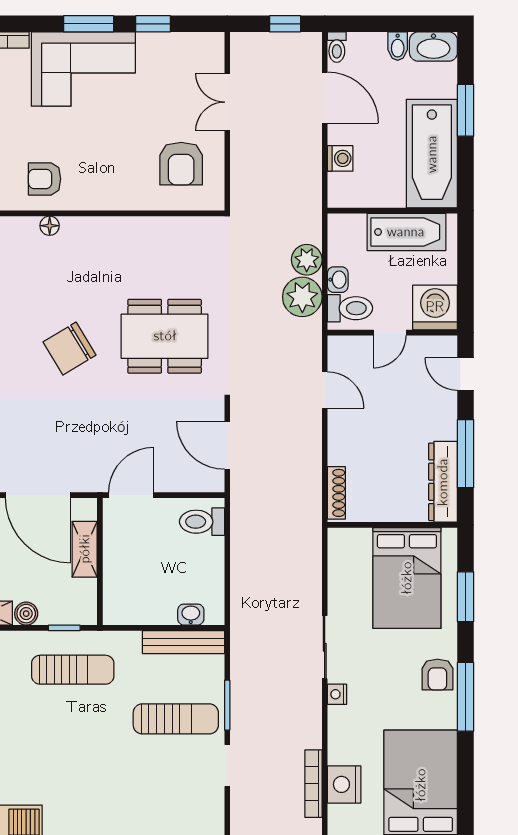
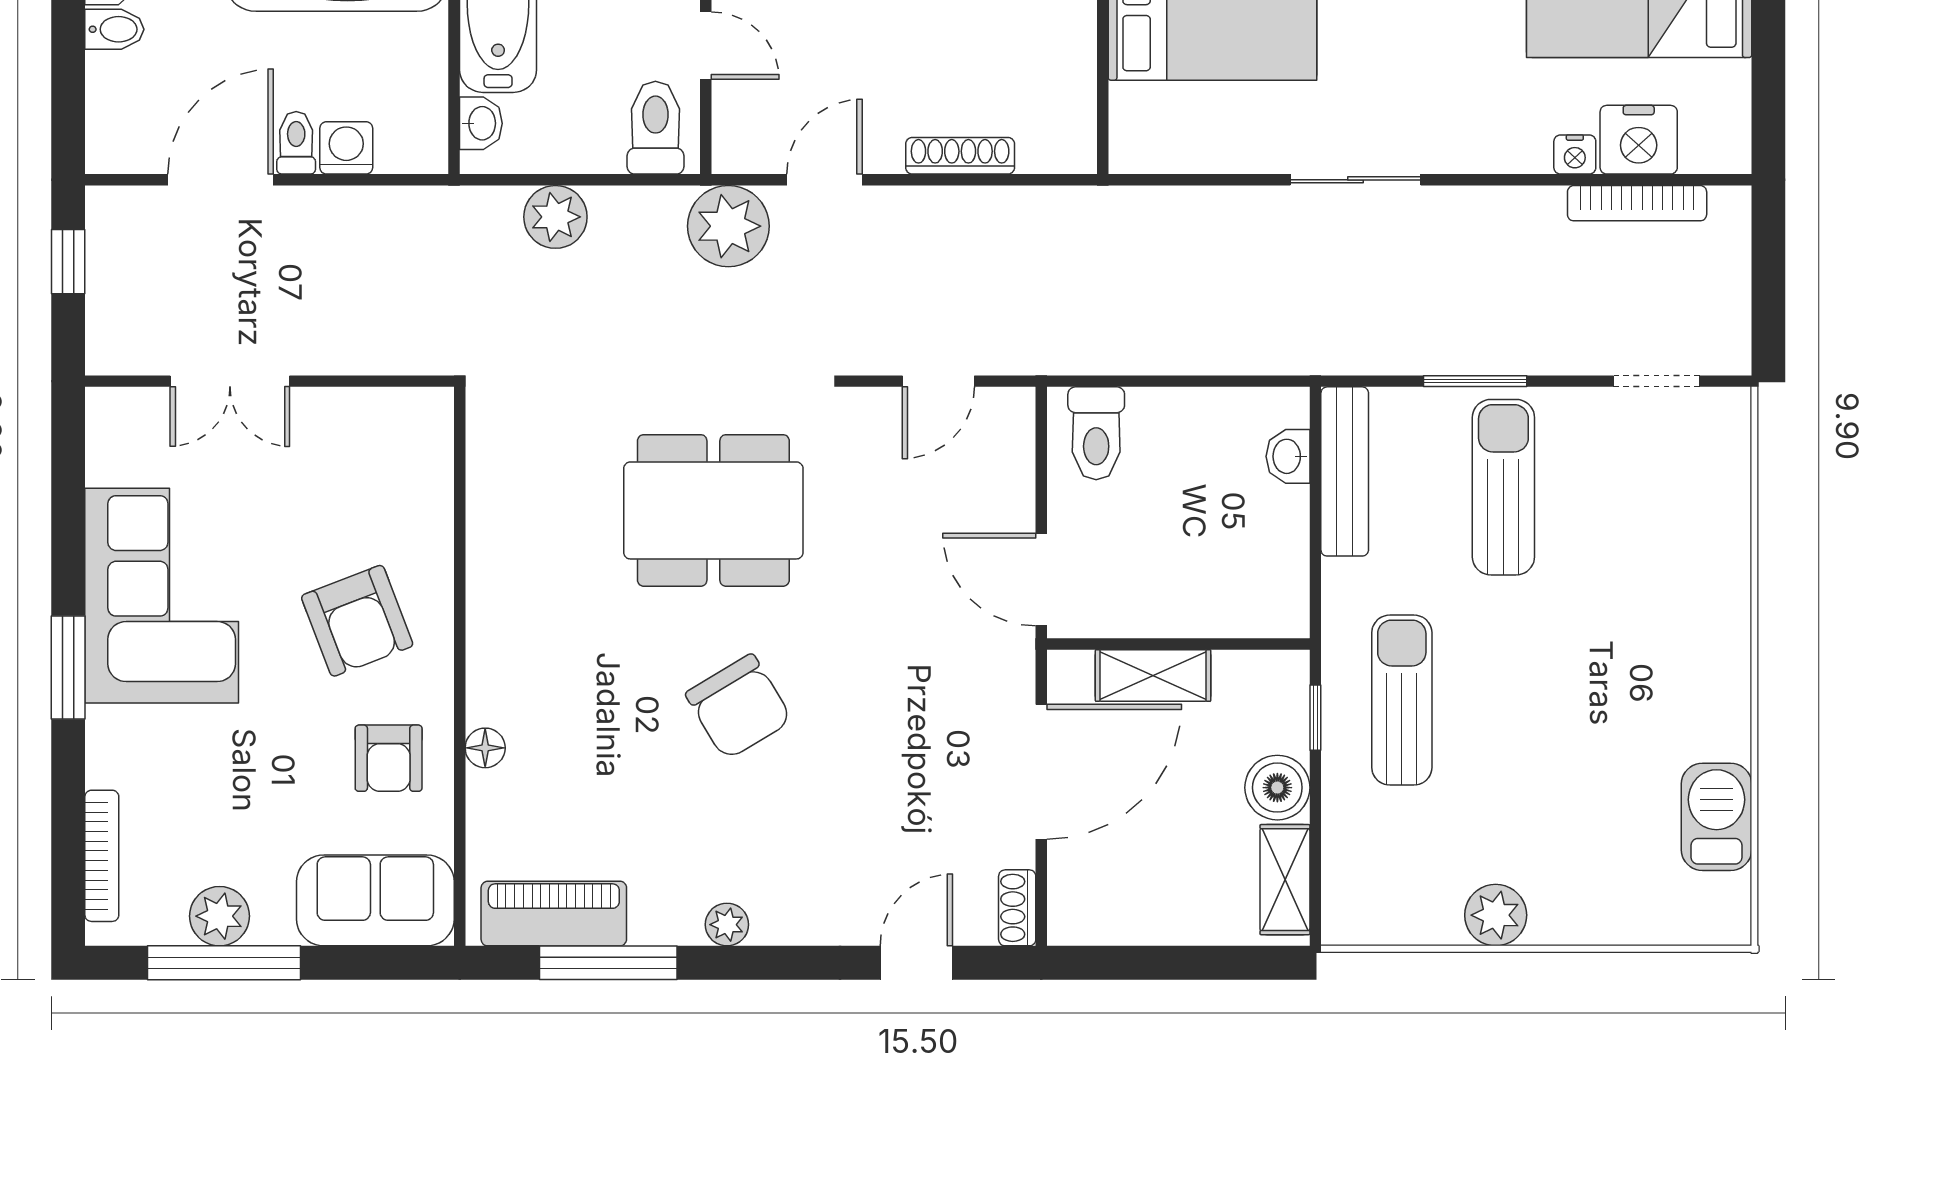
window: (153, 24) -> (68, 534), removed
toilet: (337, 47) -> (296, 143), moved, turned -90
corner sofa: (83, 69) -> (162, 596), moved
armchair: (181, 164) -> (357, 621), moved, turned 69
washbasin: (338, 280) -> (481, 123), moved, turned 90
plant: (302, 297) -> (728, 226), moved
dining table: (165, 336) -> (713, 510), turned 90
door: (227, 445) -> (938, 381), width x0.73
shoe rack: (336, 493) -> (960, 156), moved
boiler: (26, 614) -> (1277, 788), width x1.36, depth x1.36
nightstand: (337, 694) -> (1575, 154), moved
doorway: (227, 765) -> (1657, 381), moved

